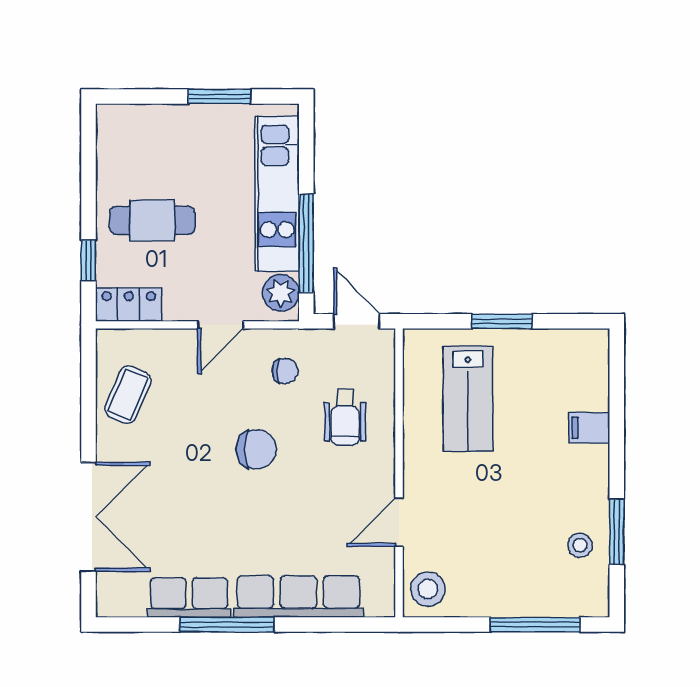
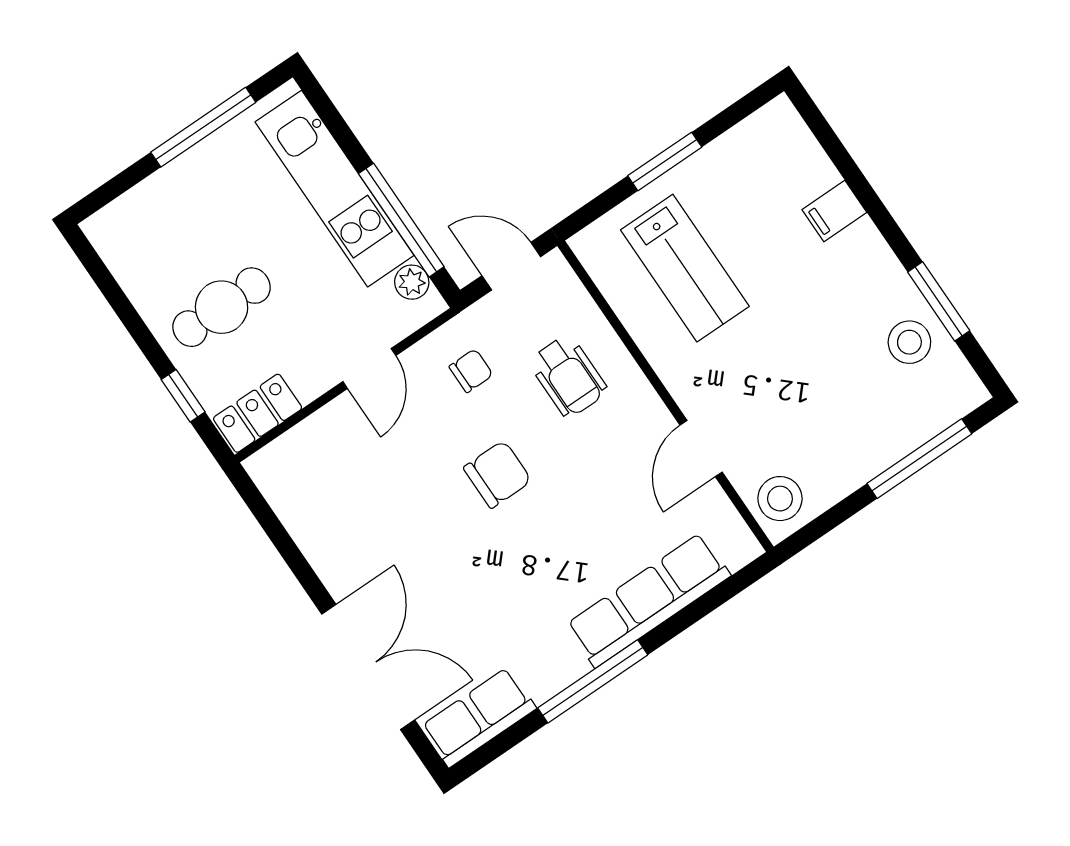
window: (219, 96) -> (203, 127), width x1.44
plant: (281, 293) -> (412, 282), width x0.73, depth x0.73
coffee table: (128, 395) -> (322, 509), removed
stool: (580, 545) -> (909, 342), width x1.37, depth x1.37
row of seats: (189, 597) -> (478, 717), moved

